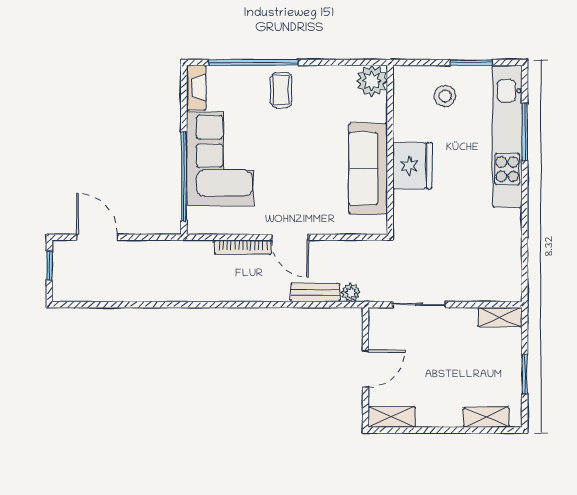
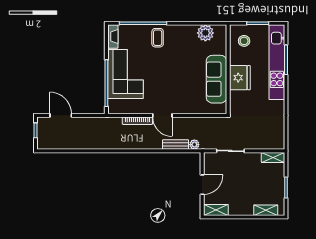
wall: (390, 150) -> (228, 69), moved
fridge: (413, 166) -> (240, 78), moved
sofa: (368, 169) -> (216, 79), moved

